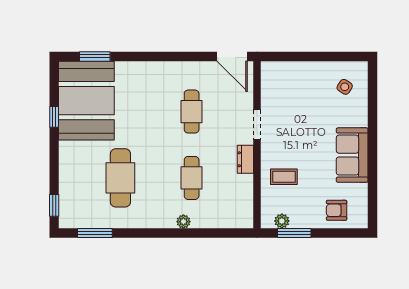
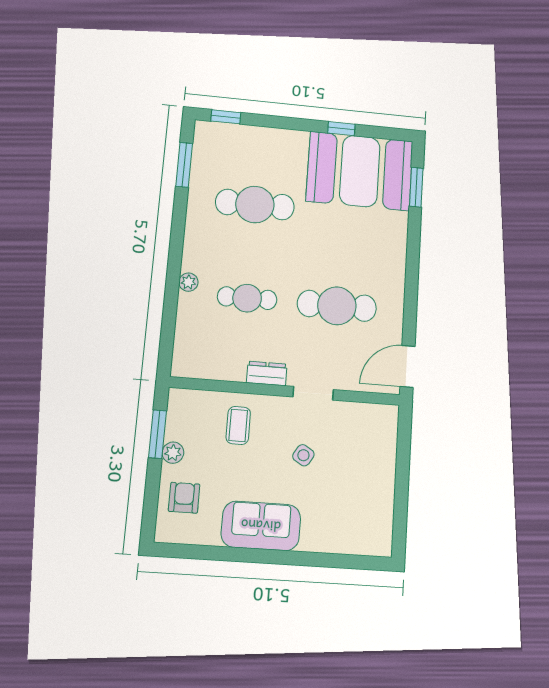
side table: (345, 87) -> (303, 455), moved
cafe table: (192, 112) -> (337, 306), width x1.37, depth x1.35
plant: (282, 221) -> (173, 453), moved

